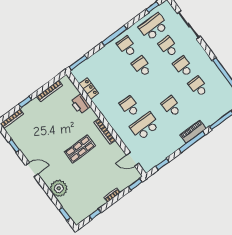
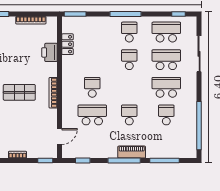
school desk: (168, 47) -> (166, 60), width x1.85
school desk: (183, 66) -> (166, 87), width x1.85
door: (133, 159) -> (60, 136), swing flipped

